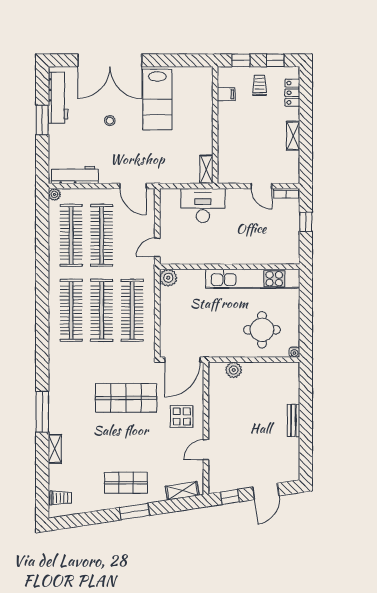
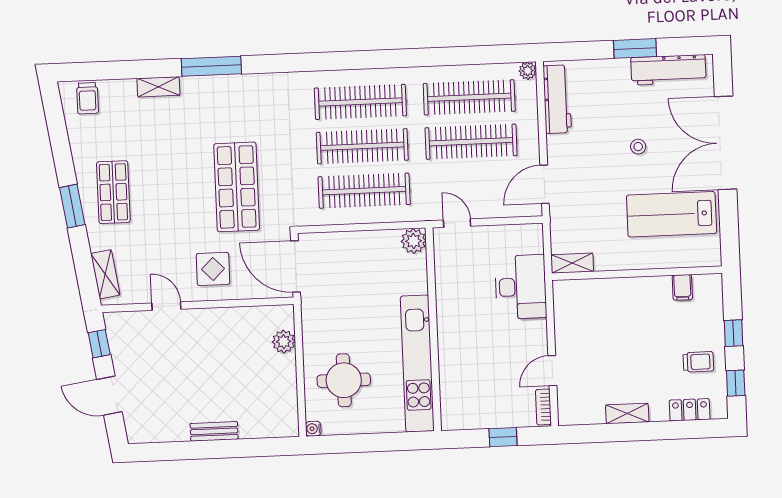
filing cabinet: (226, 94) -> (682, 287), moved
wall: (215, 125) -> (637, 273), moved
shelving: (206, 169) -> (572, 263), moved

